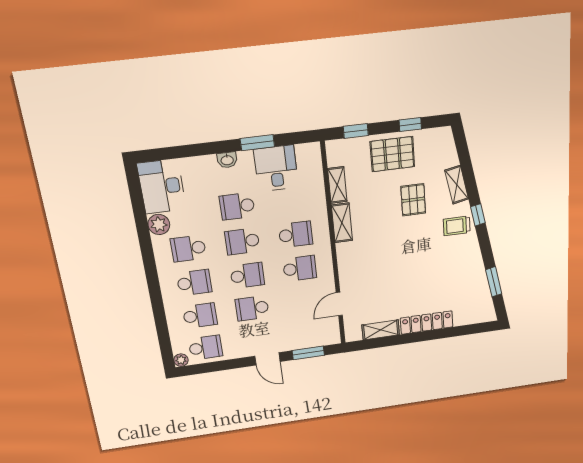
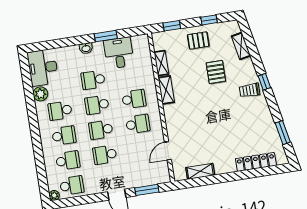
pallet: (392, 154) -> (198, 40), width x0.67, depth x0.71
shelving: (457, 185) -> (241, 46), moved
school desk: (247, 275) -> (101, 130), turned 180
locker: (427, 323) -> (256, 162), moved

